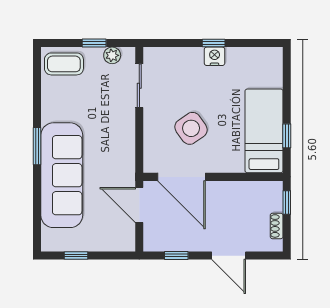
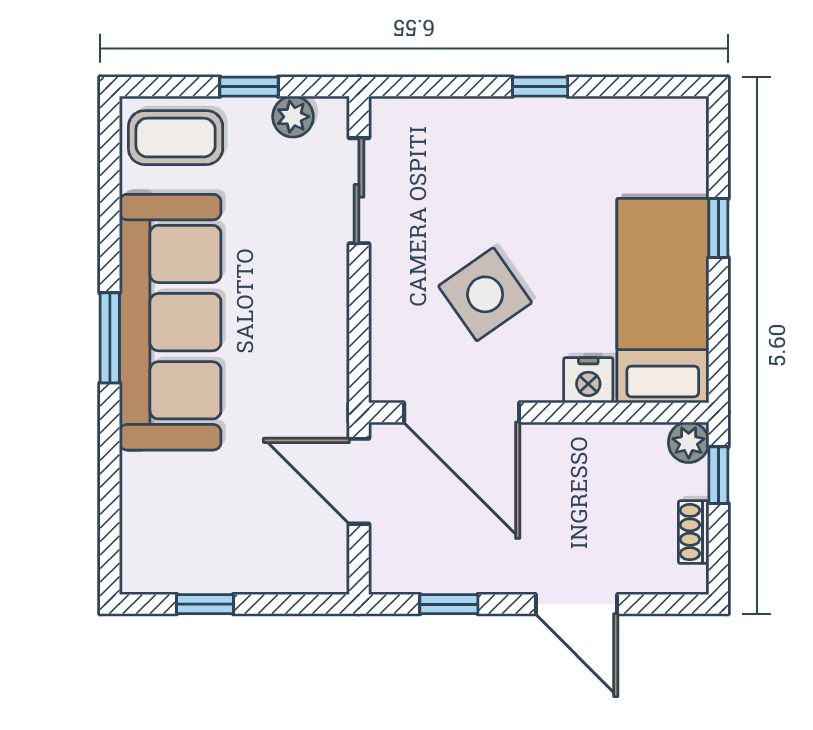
nightstand: (215, 56) -> (588, 380), moved, turned 180
window: (287, 136) -> (718, 228), moved
sofa: (62, 175) -> (170, 322), moved
plant: (275, 189) -> (689, 442), added

